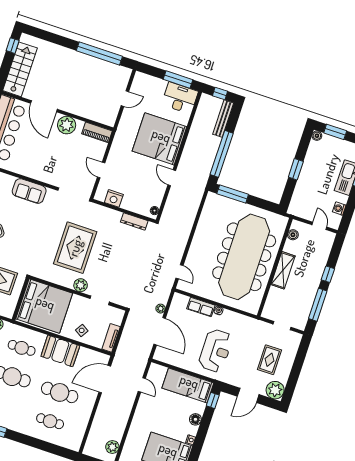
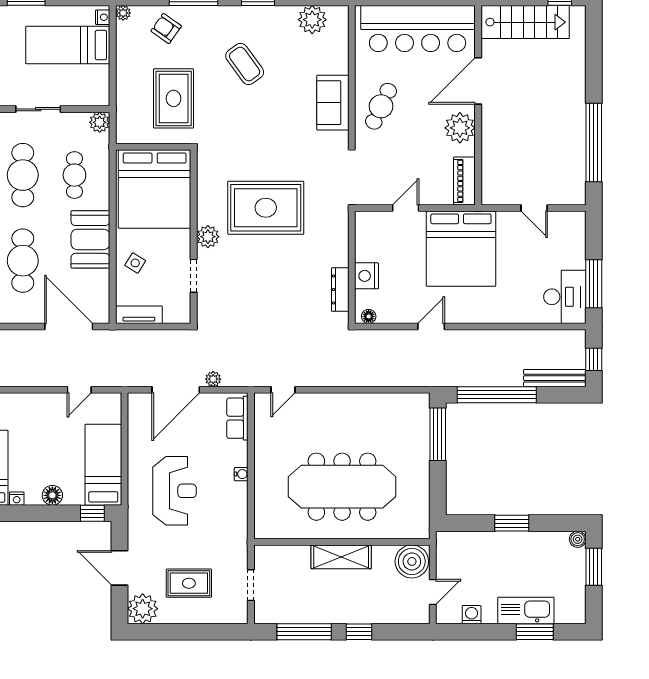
bed: (160, 139) -> (461, 249), moved, turned 180
cafe table: (40, 165) -> (381, 106), added
nightstand: (114, 198) -> (366, 276), moved
boiler: (293, 235) -> (412, 561), width x1.86, depth x1.86
meeting table: (244, 257) -> (342, 487), width x0.73, depth x0.79
row of seats: (201, 307) -> (237, 418), moved
reception desk: (216, 351) -> (175, 491), turned -90

